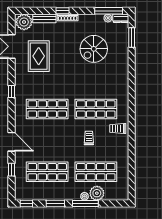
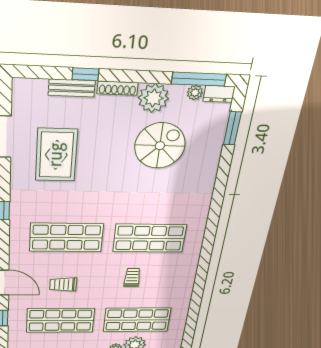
window: (62, 11) -> (85, 74), moved
plant: (24, 22) -> (153, 98), moved
spiral stairs: (94, 49) -> (160, 146), turned 180
trolley: (118, 128) -> (63, 285), moved

